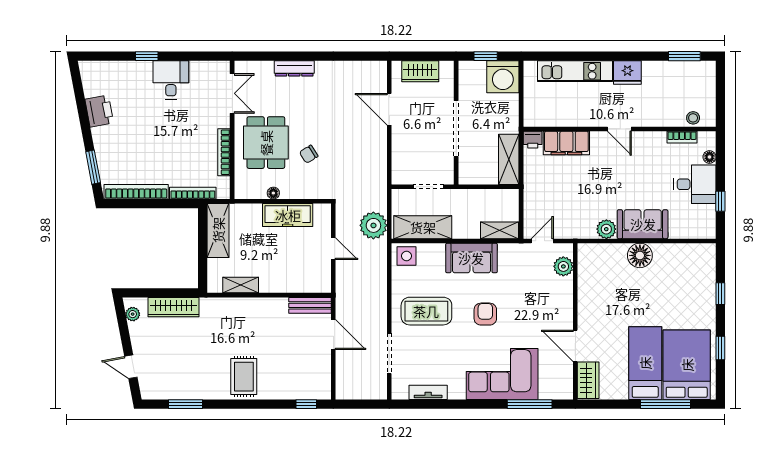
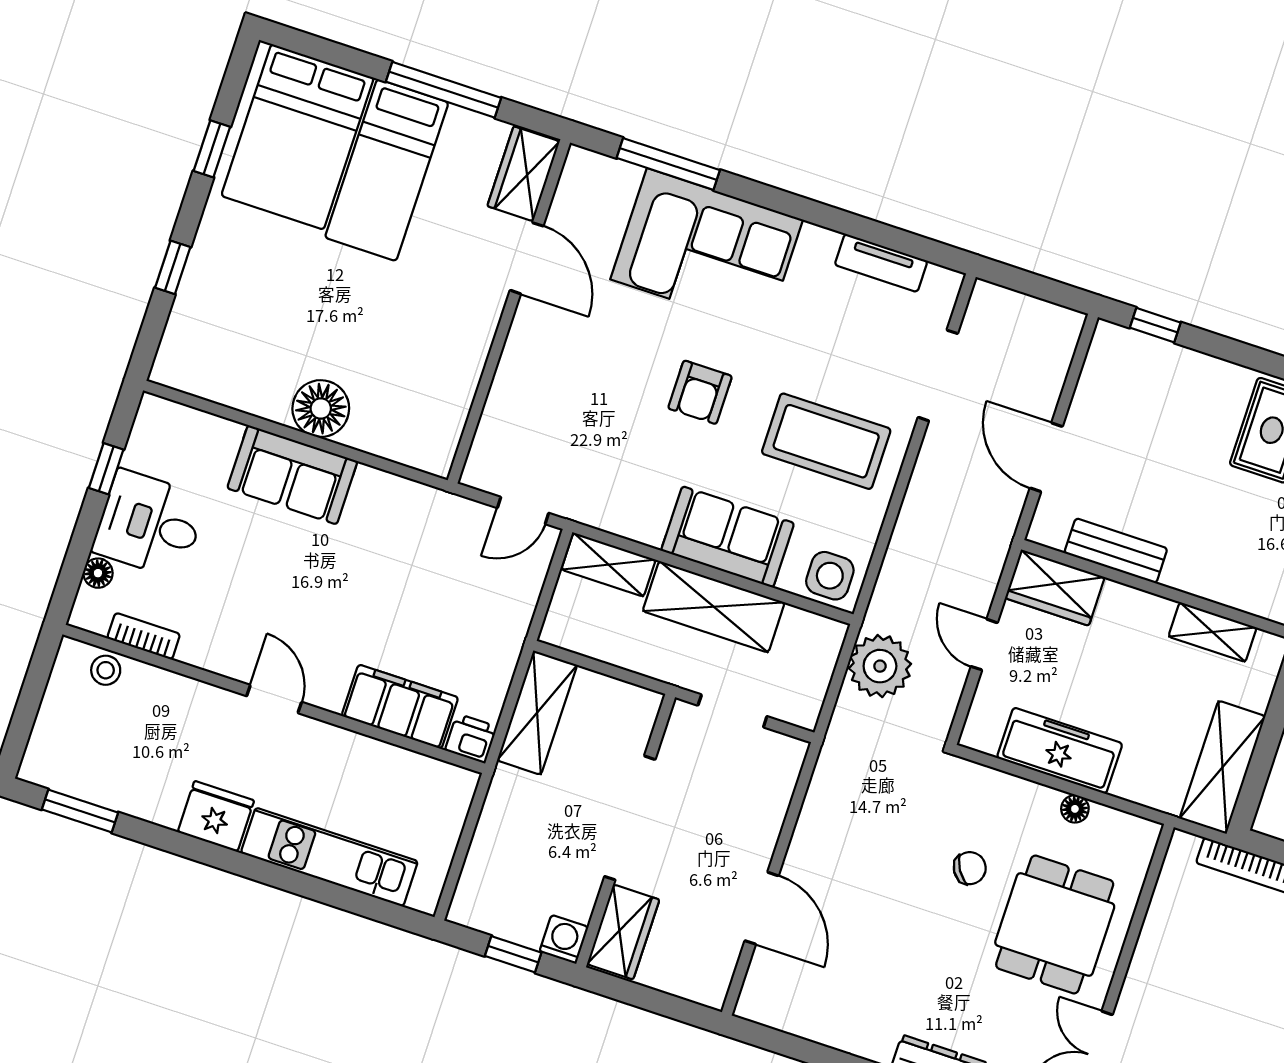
wardrobe: (420, 71) -> (623, 932), moved, turned 90
washing machine: (503, 77) -> (564, 939), moved, width x0.53, depth x0.53
bookcase: (224, 152) -> (1153, 934), removed
shelving: (423, 227) -> (714, 607), moved
plant: (606, 229) -> (375, 490), removed
sofa: (471, 258) -> (728, 537), moved
plant: (563, 266) -> (495, 440), removed
wardrobe: (312, 282) -> (1055, 588), added
bench: (310, 305) -> (1116, 551), moved
window: (665, 404) -> (444, 90), moved

